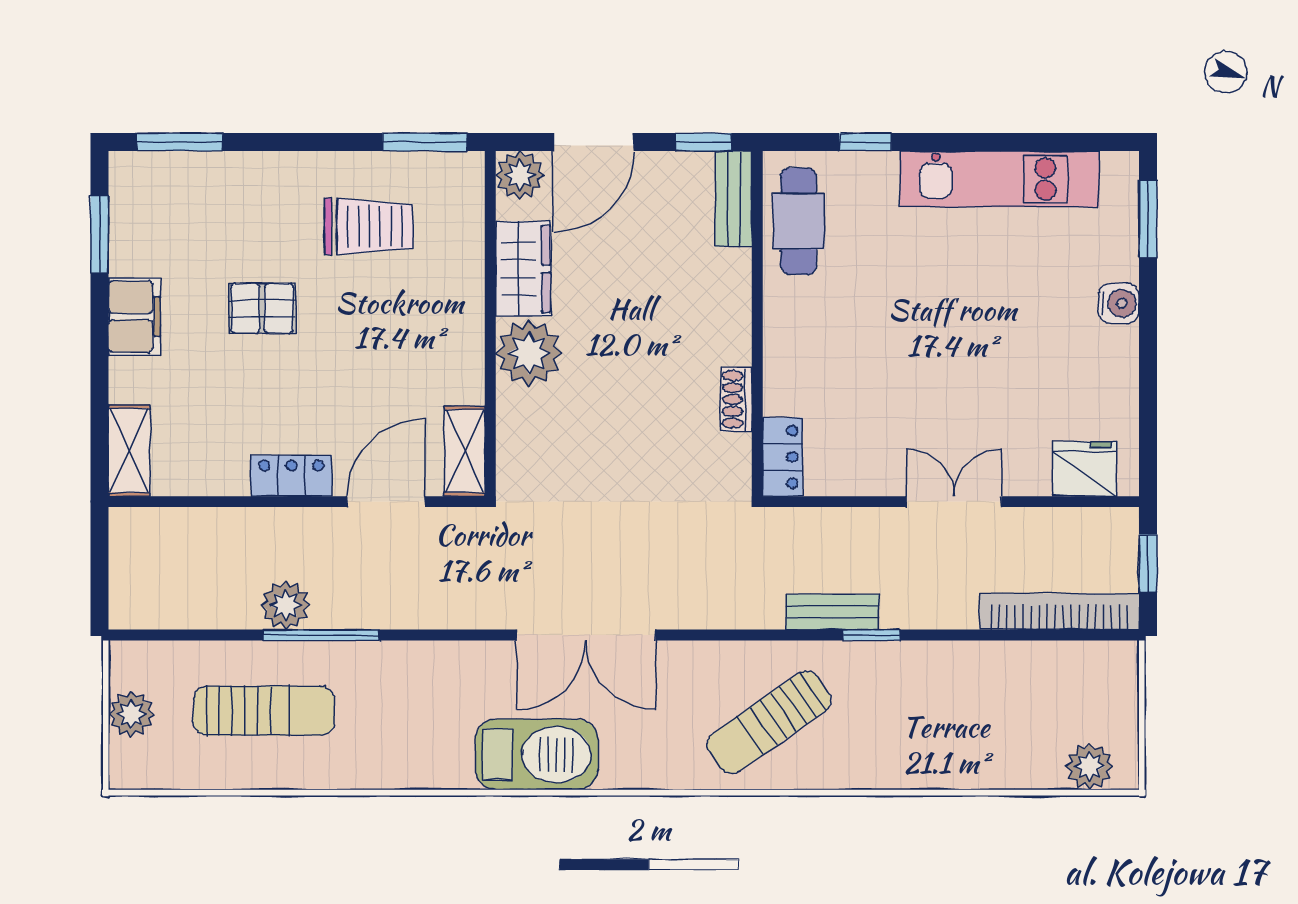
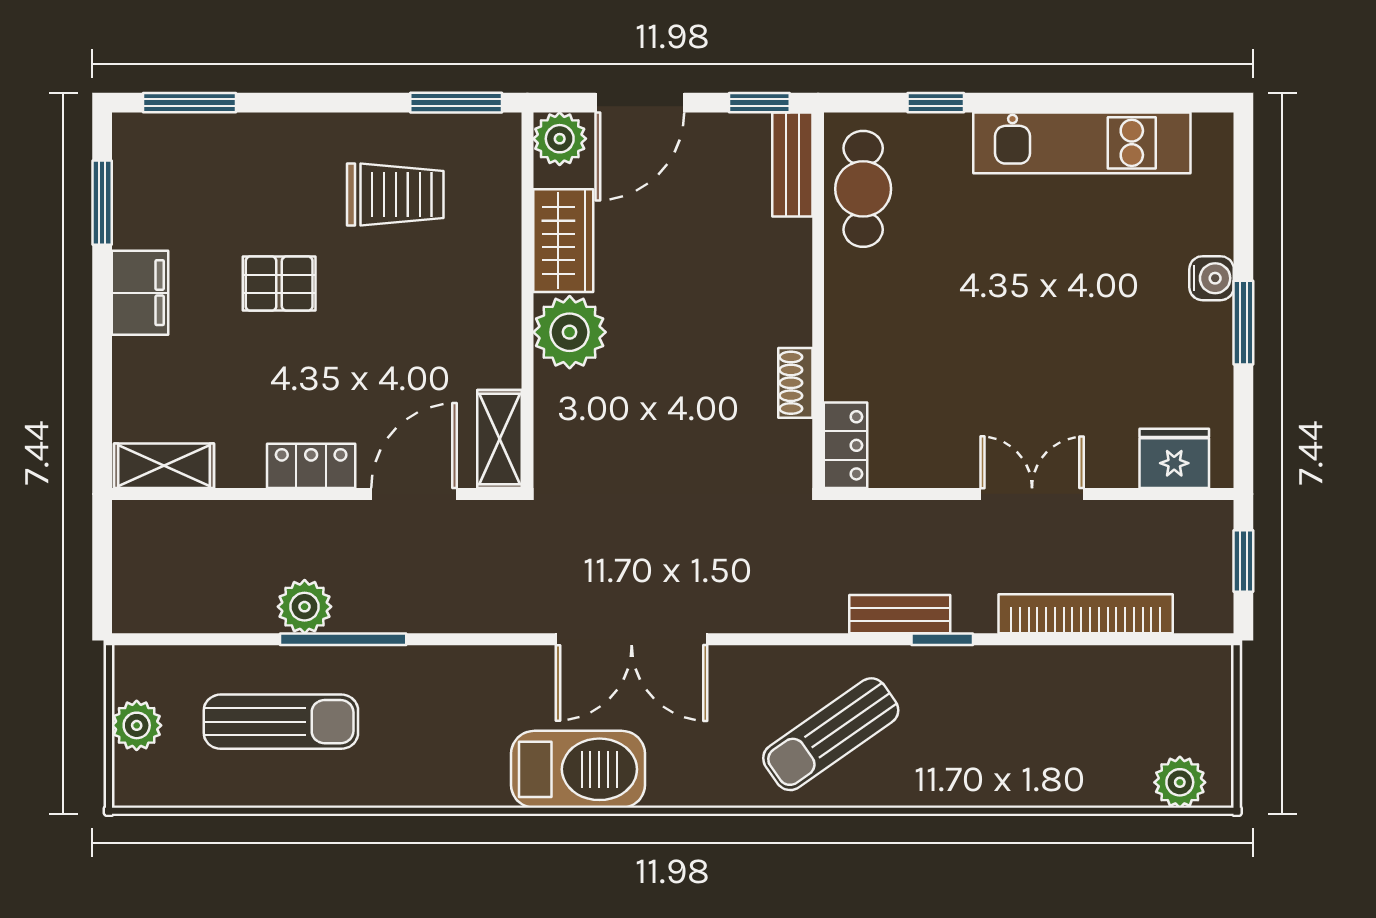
window: (1148, 219) -> (1243, 323), moved
shelving: (129, 450) -> (164, 466), moved, turned 90
bookcase: (1059, 612) -> (1086, 614), moved

